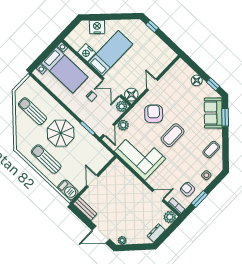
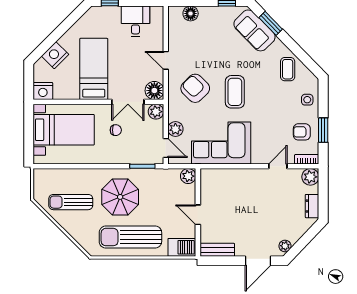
desk: (156, 49) -> (135, 21), added
nightstand: (87, 53) -> (43, 91), moved
floor lamp: (197, 80) -> (191, 13), moved
plant: (106, 156) -> (188, 176), added
sun lounger: (46, 159) -> (130, 237), width x1.36, depth x1.34

